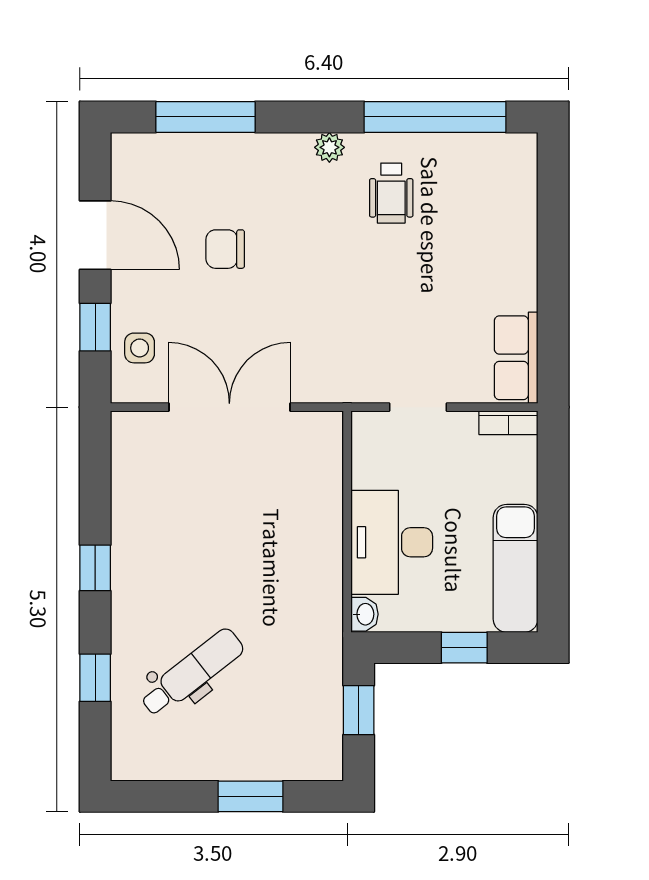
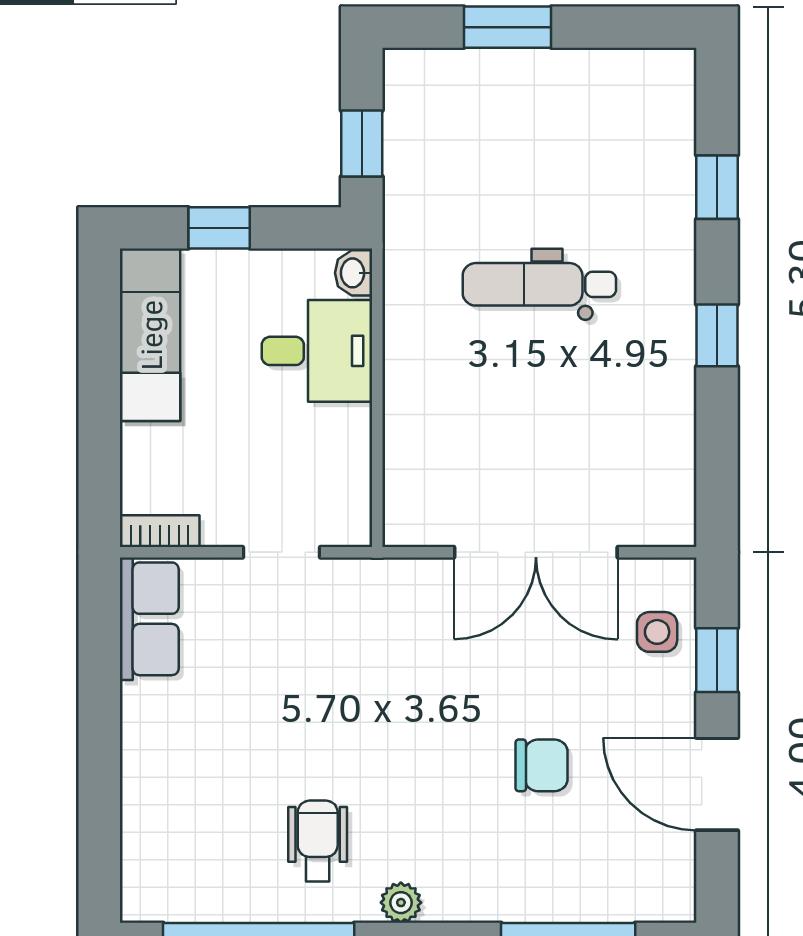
desk: (392, 542) -> (317, 351), width x0.73
dental chair: (192, 673) -> (539, 284), moved, turned 38

